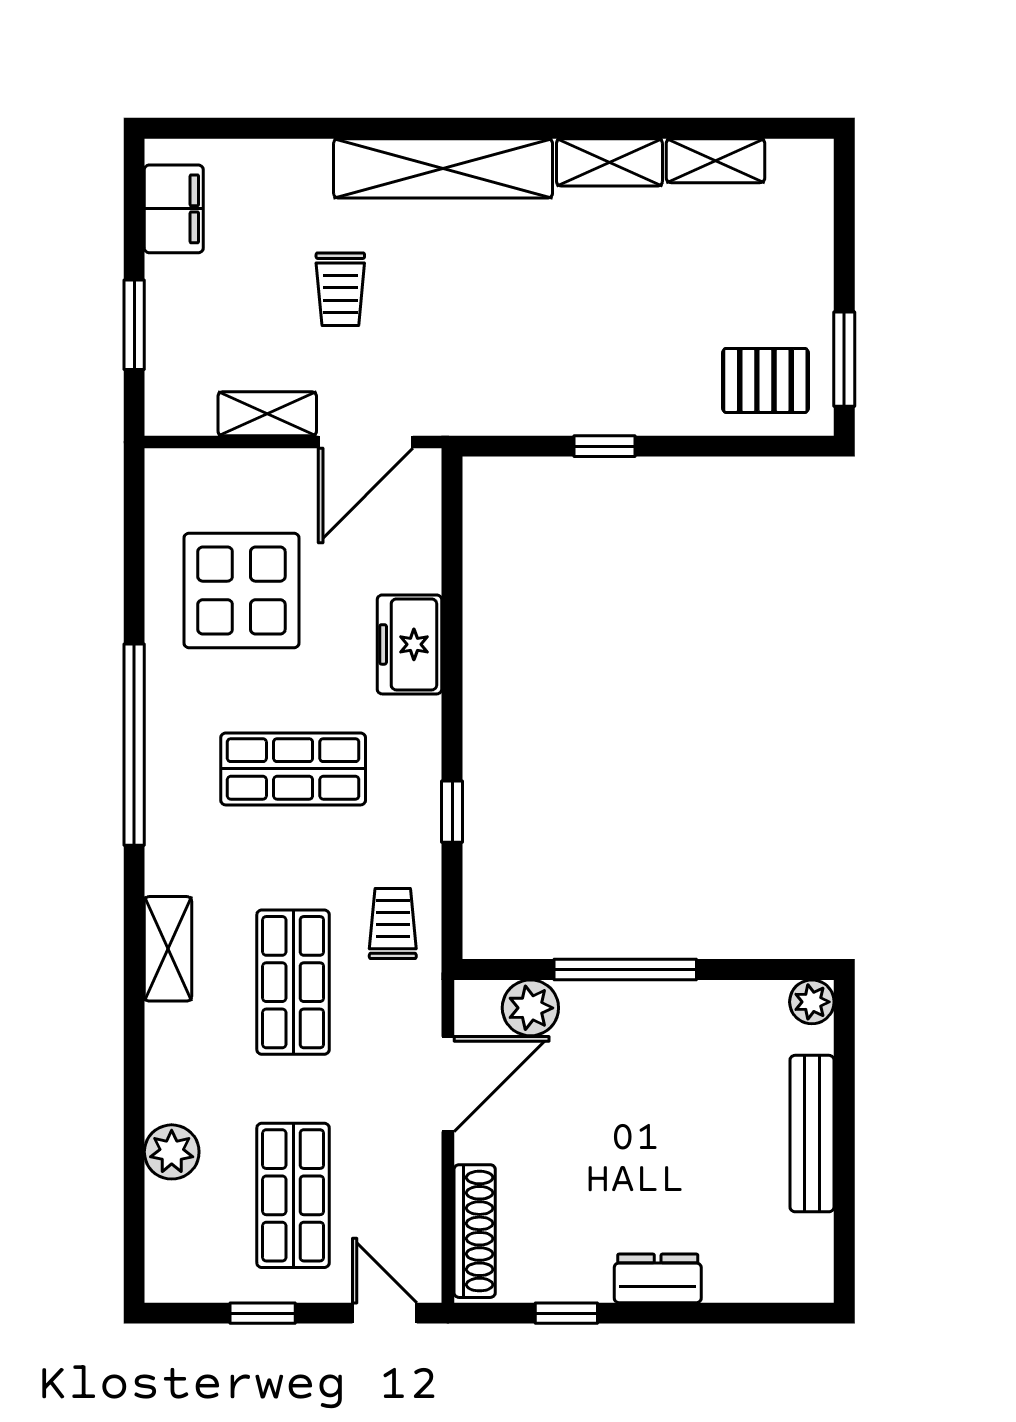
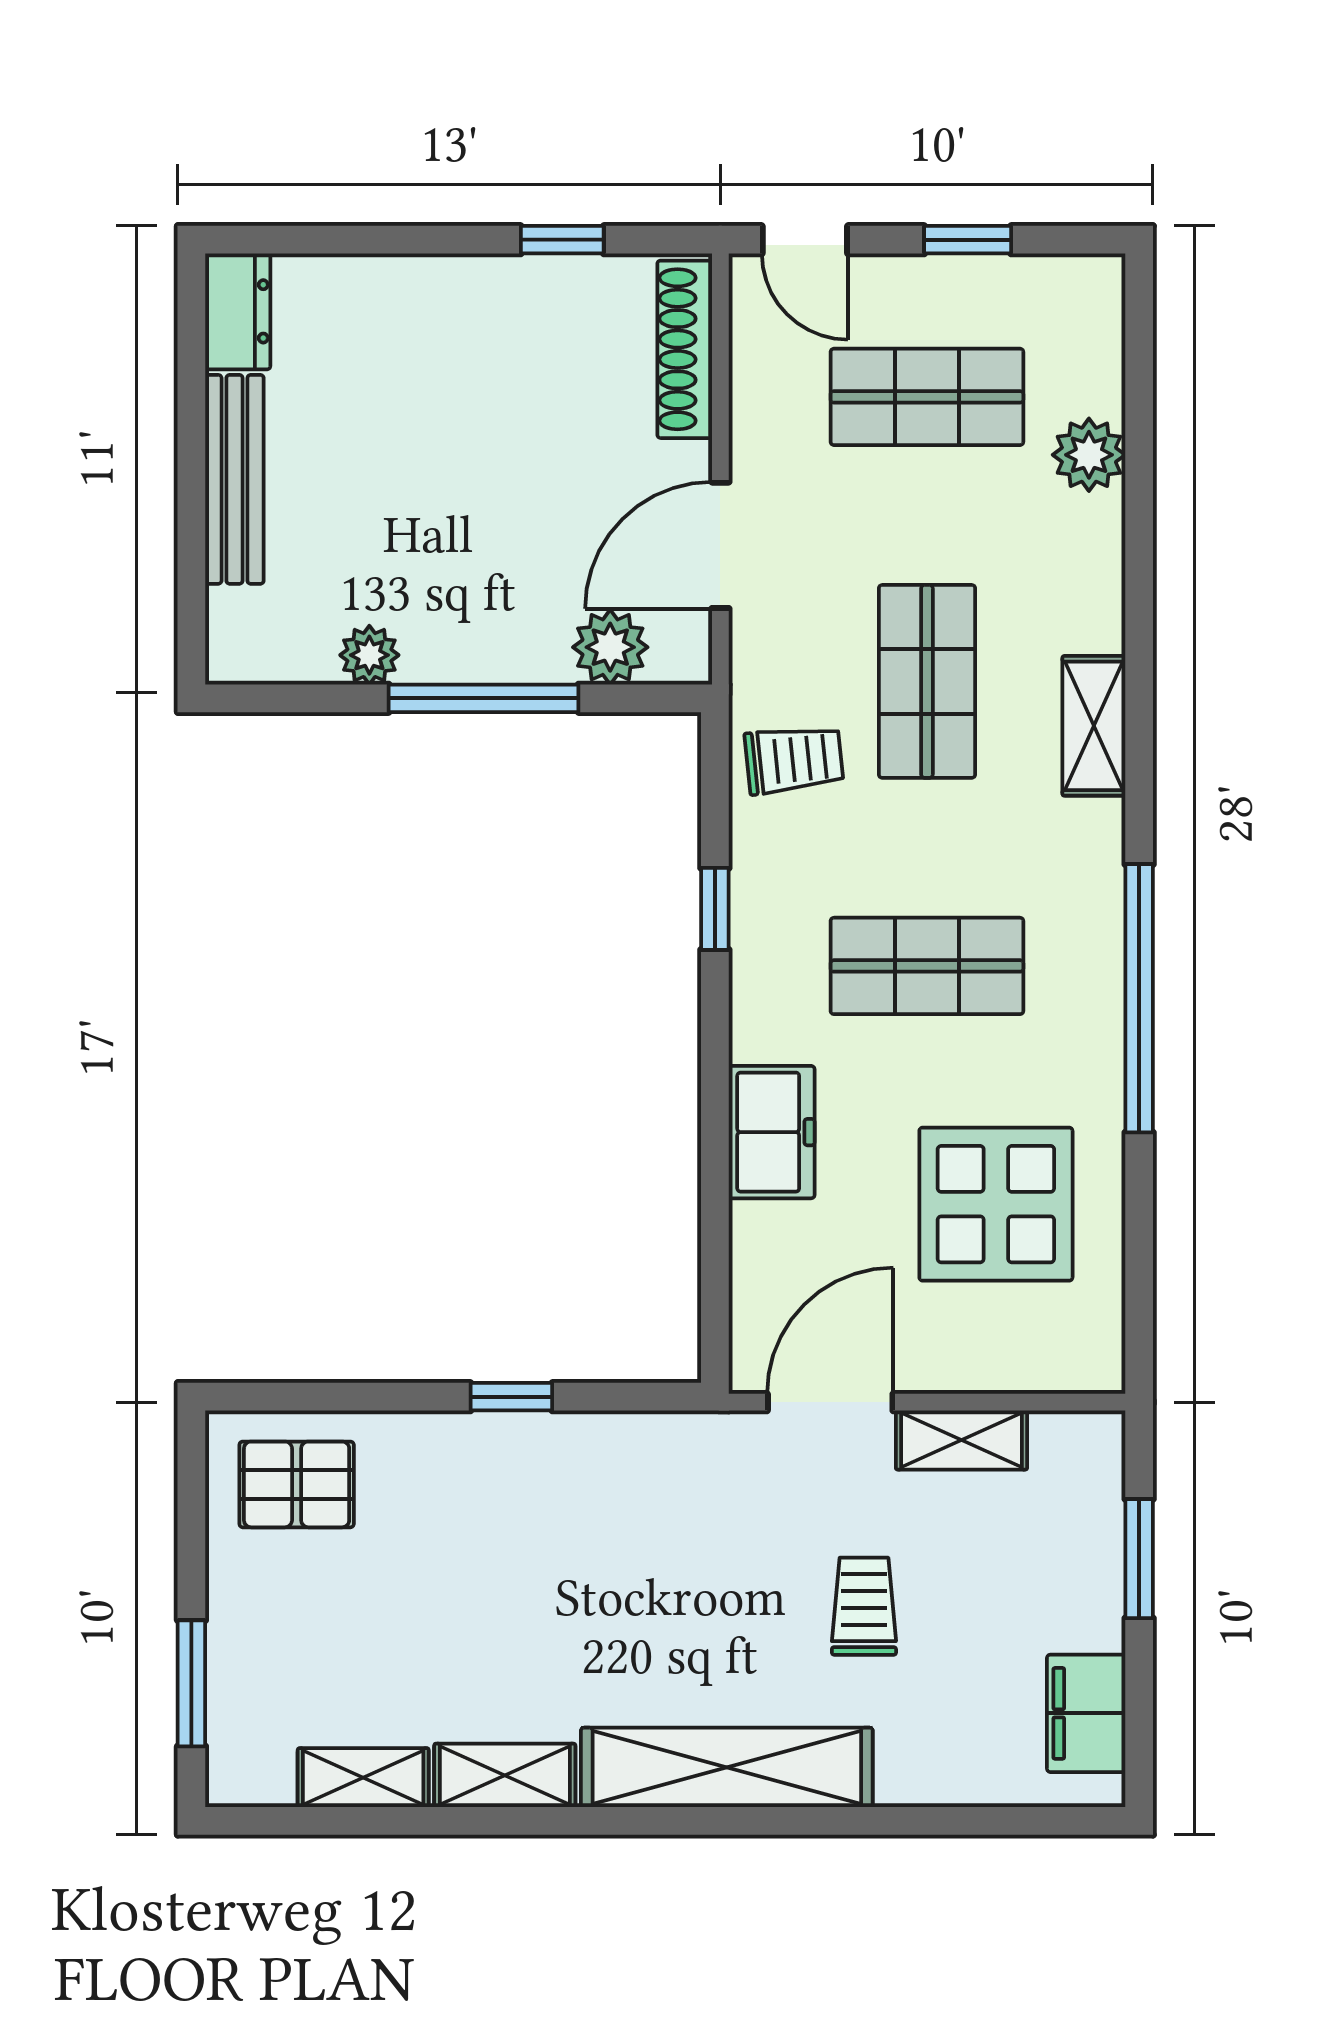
window: (844, 359) -> (191, 1683), moved
trolley: (393, 924) -> (794, 760), turned -96
plant: (812, 1002) -> (369, 655), moved
shop shelf: (293, 1195) -> (927, 397), turned 90
dresser: (658, 1278) -> (238, 311), moved, turned -90

